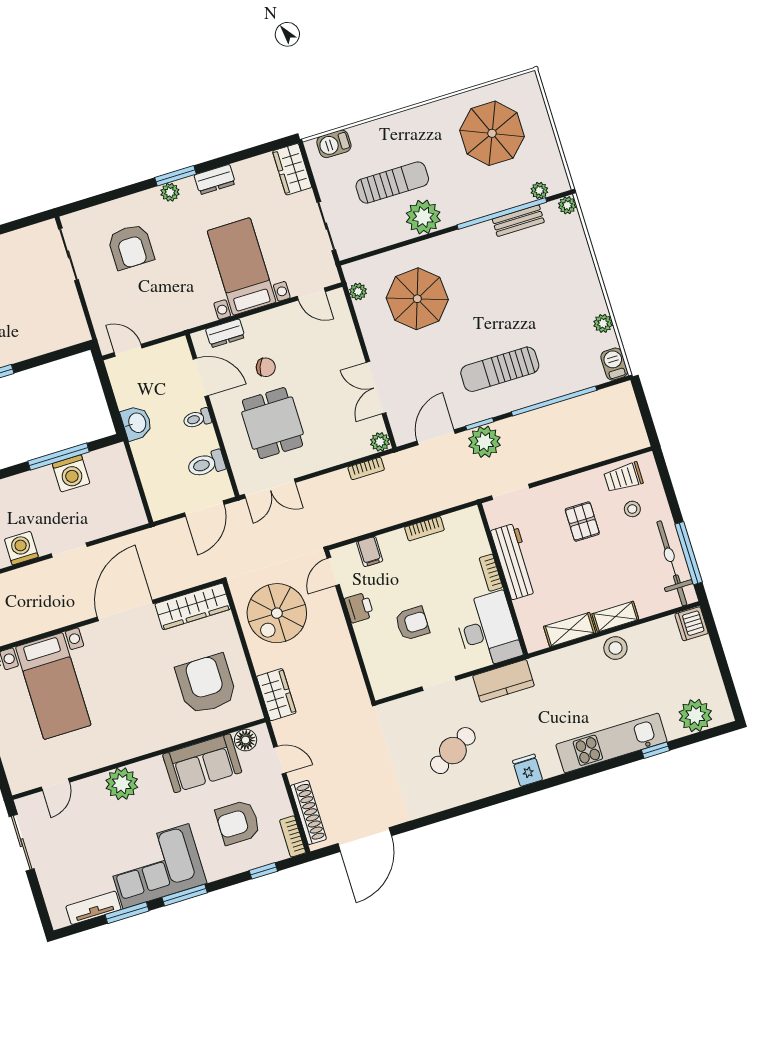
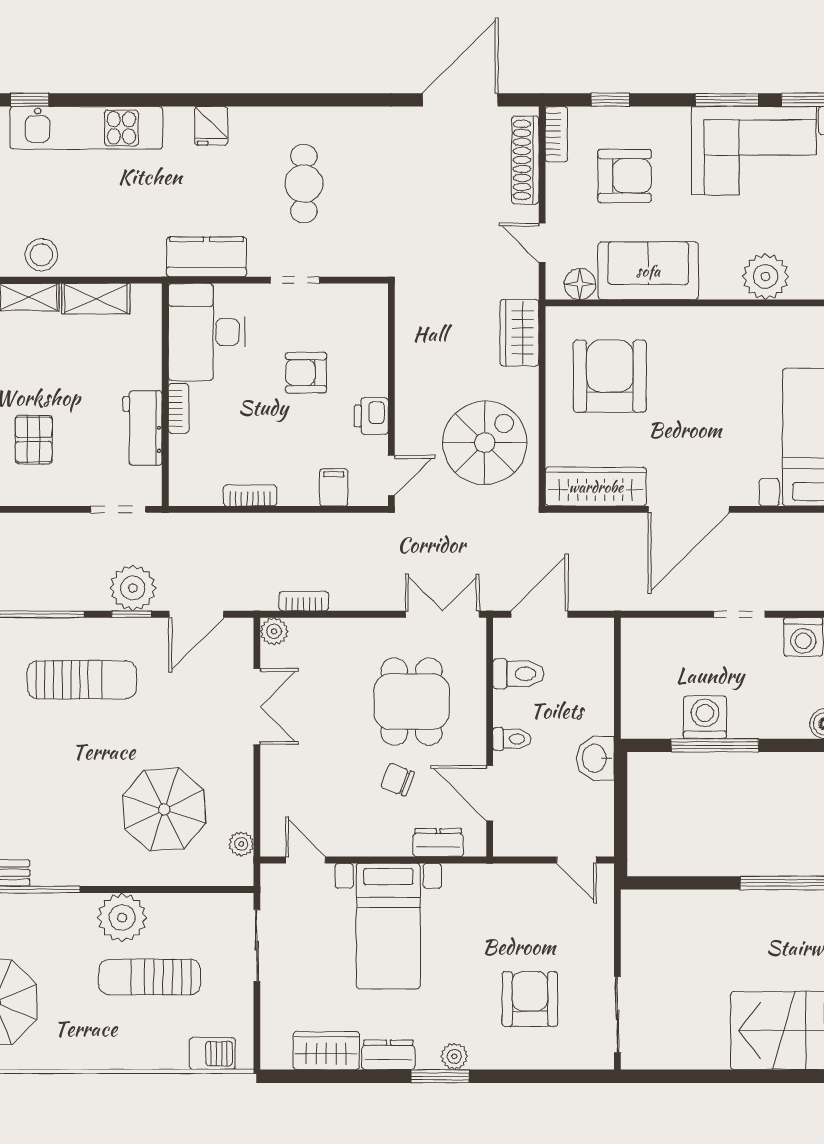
wardrobe: (292, 169) -> (326, 1051), moved, turned -90
workbench: (514, 561) -> (143, 428), width x0.73
armchair: (206, 684) -> (610, 376), turned 180
cafe table: (453, 751) -> (304, 184), turned -60

